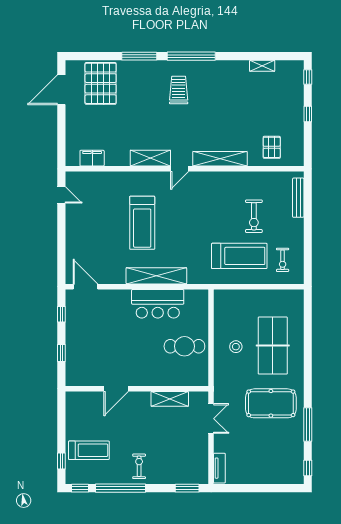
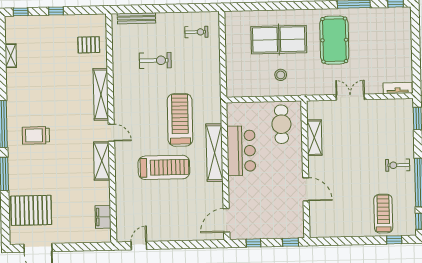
treadmill: (239, 256) -> (180, 120), moved
door: (116, 389) -> (306, 189), moved
wall: (137, 389) -> (305, 169), moved
shelving: (170, 399) -> (314, 138), moved

